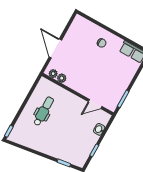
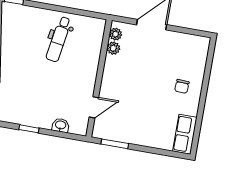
door: (95, 104) -> (94, 107), swing flipped
dental chair: (44, 111) -> (59, 39), turned 99

